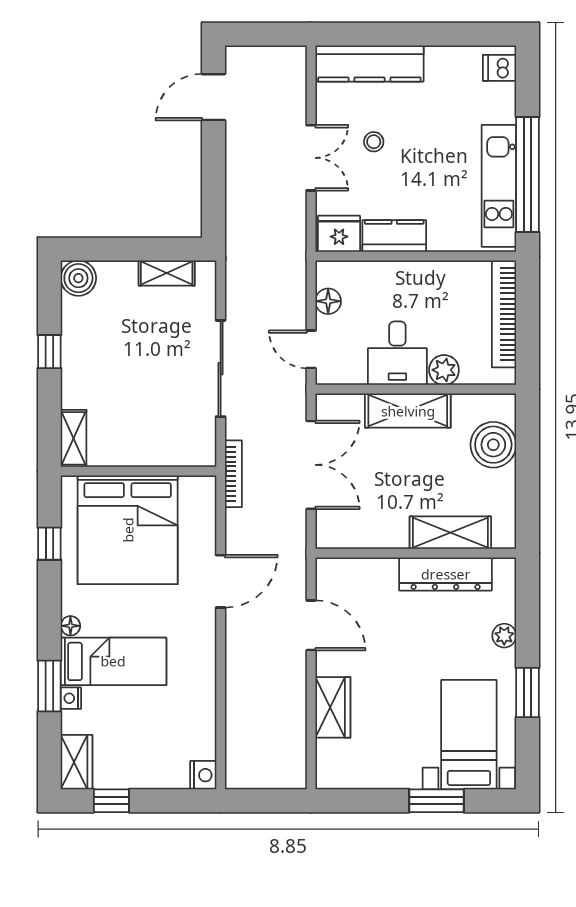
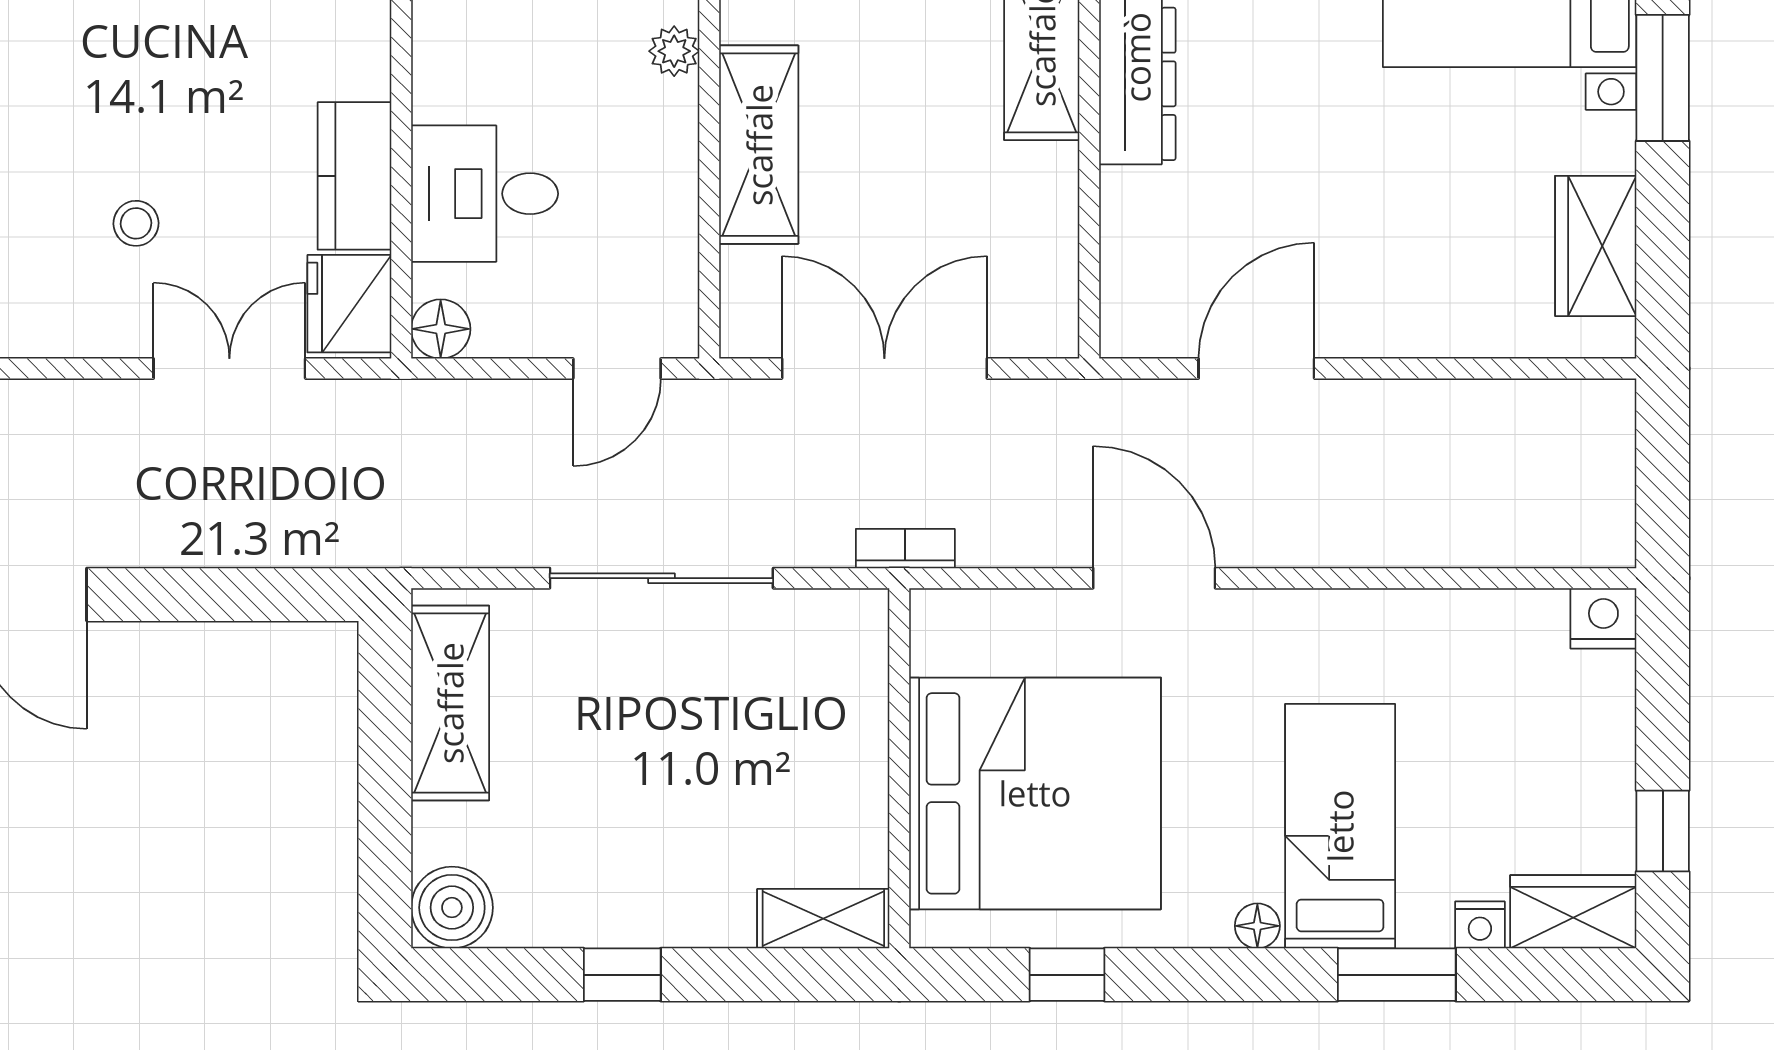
double door: (311, 158) -> (229, 369), moved
shelving: (167, 273) -> (450, 703), width x1.50, depth x1.33
floor lamp: (328, 301) -> (441, 329), moved
desk: (397, 353) -> (485, 194), moved, turned 180
plant: (444, 370) -> (674, 51), width x0.73, depth x0.73
bookcase: (233, 474) -> (905, 549), width x0.64
nightstand: (71, 698) -> (1480, 925), moved
wardrobe: (333, 707) -> (1596, 246), moved, turned -90

